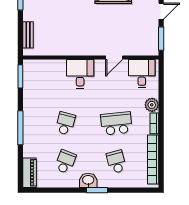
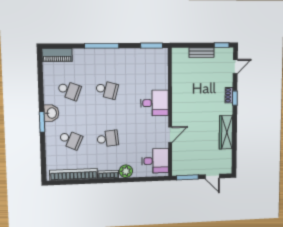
bench: (28, 35) -> (202, 53), moved
door: (114, 57) -> (170, 135), swing flipped
school desk: (116, 123) -> (108, 139), width x0.54
school desk: (116, 162) -> (70, 140), turned 39

